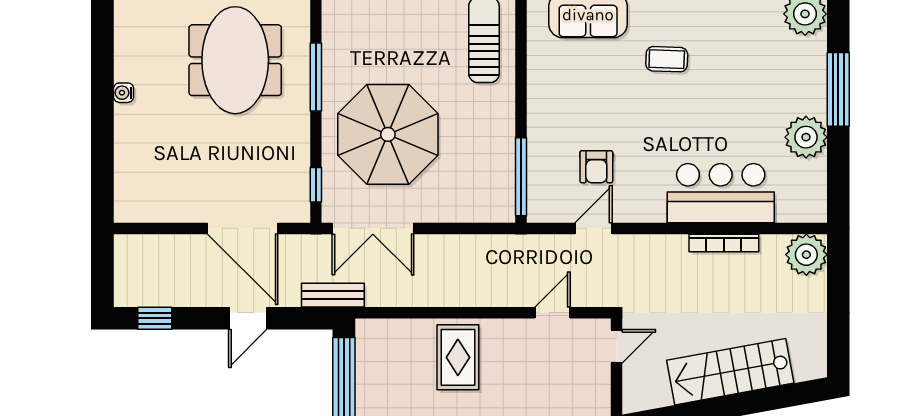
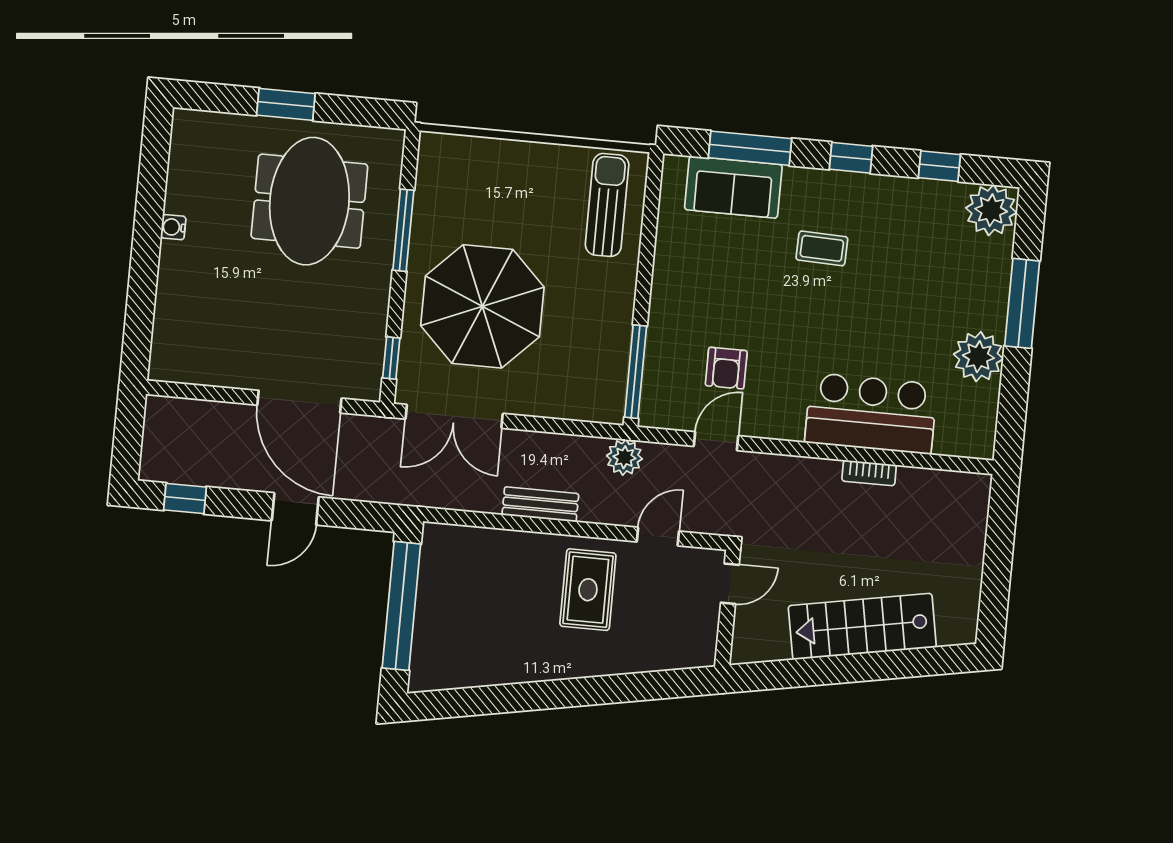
bookcase: (724, 243) -> (869, 473), width x0.64
plant: (806, 255) -> (624, 457), moved, width x0.73, depth x0.73
bench: (333, 295) -> (540, 504), moved
rug: (458, 357) -> (588, 590), moved

